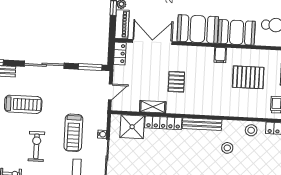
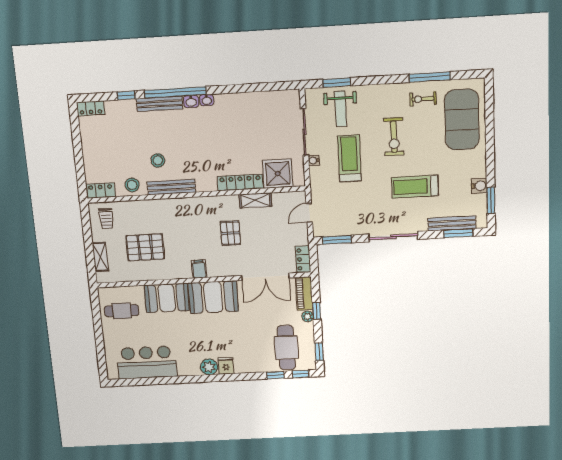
filing cabinet: (220, 55) -> (199, 269), moved
bench: (202, 124) -> (171, 187), moved

